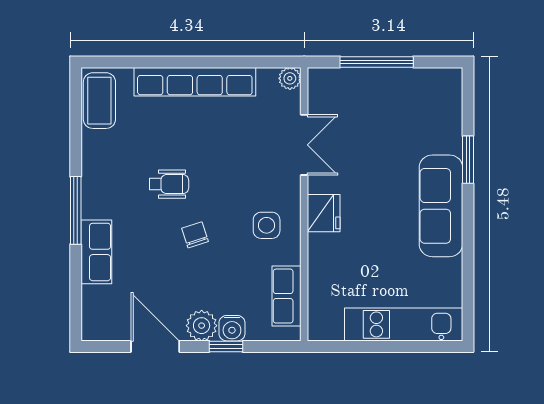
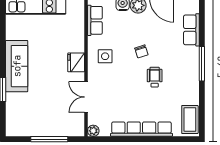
wheelchair: (169, 184) -> (155, 77), turned 90
row of seats: (96, 252) -> (191, 30), moved

